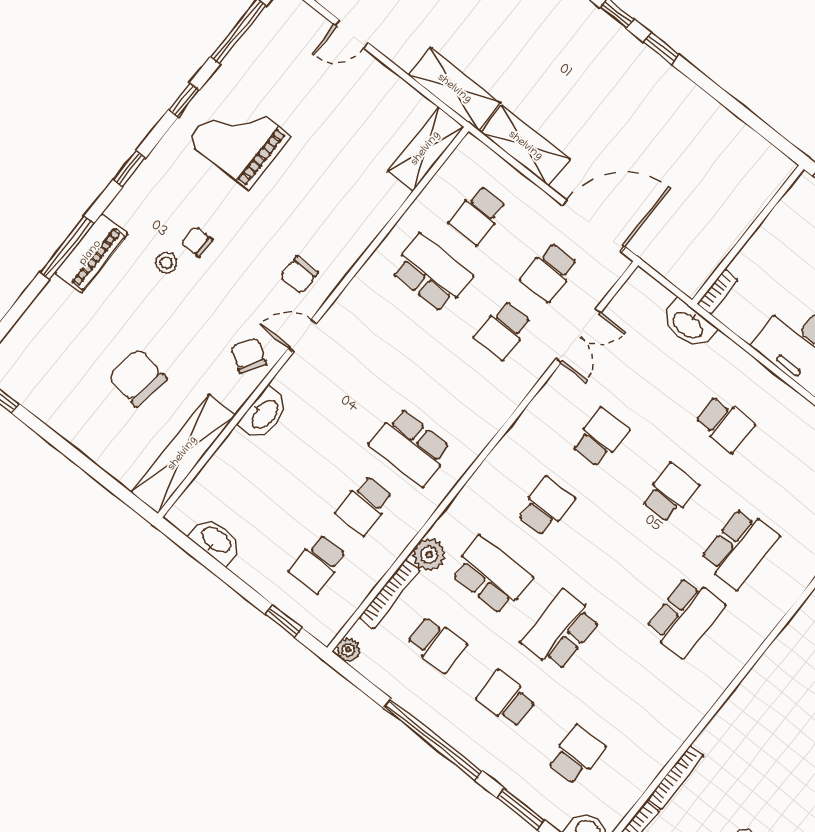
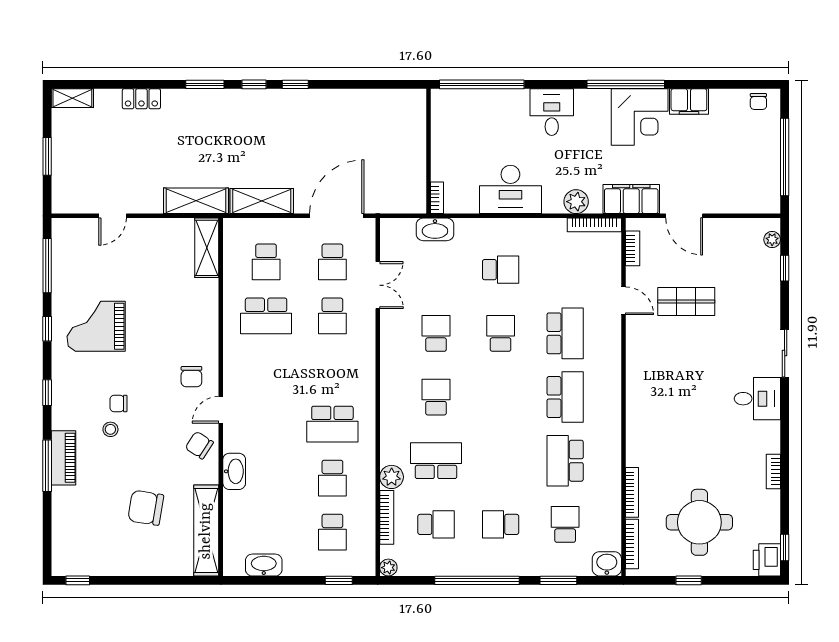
school desk: (431, 273) -> (266, 316), turned 180
school desk: (561, 630) -> (565, 461), moved

